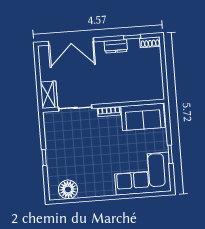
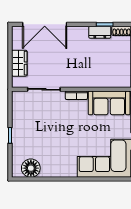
dresser: (116, 46) -> (100, 32), moved
wardrobe: (49, 95) -> (19, 63), moved

